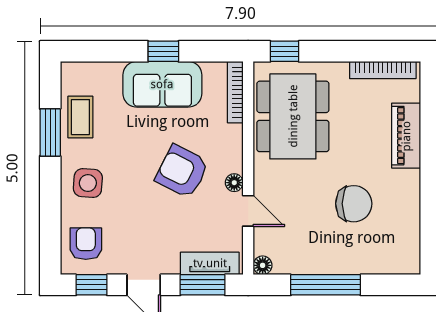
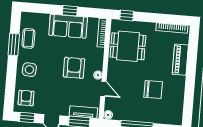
dining table: (293, 116) -> (128, 46), width x0.73
armchair: (182, 171) -> (74, 68), turned 63

